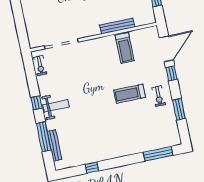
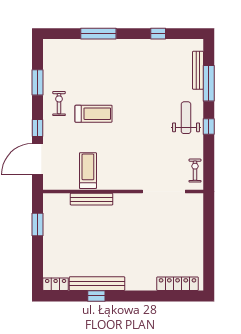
weight bench: (56, 106) -> (186, 118), turned 90
window: (158, 154) -> (98, 34), moved

